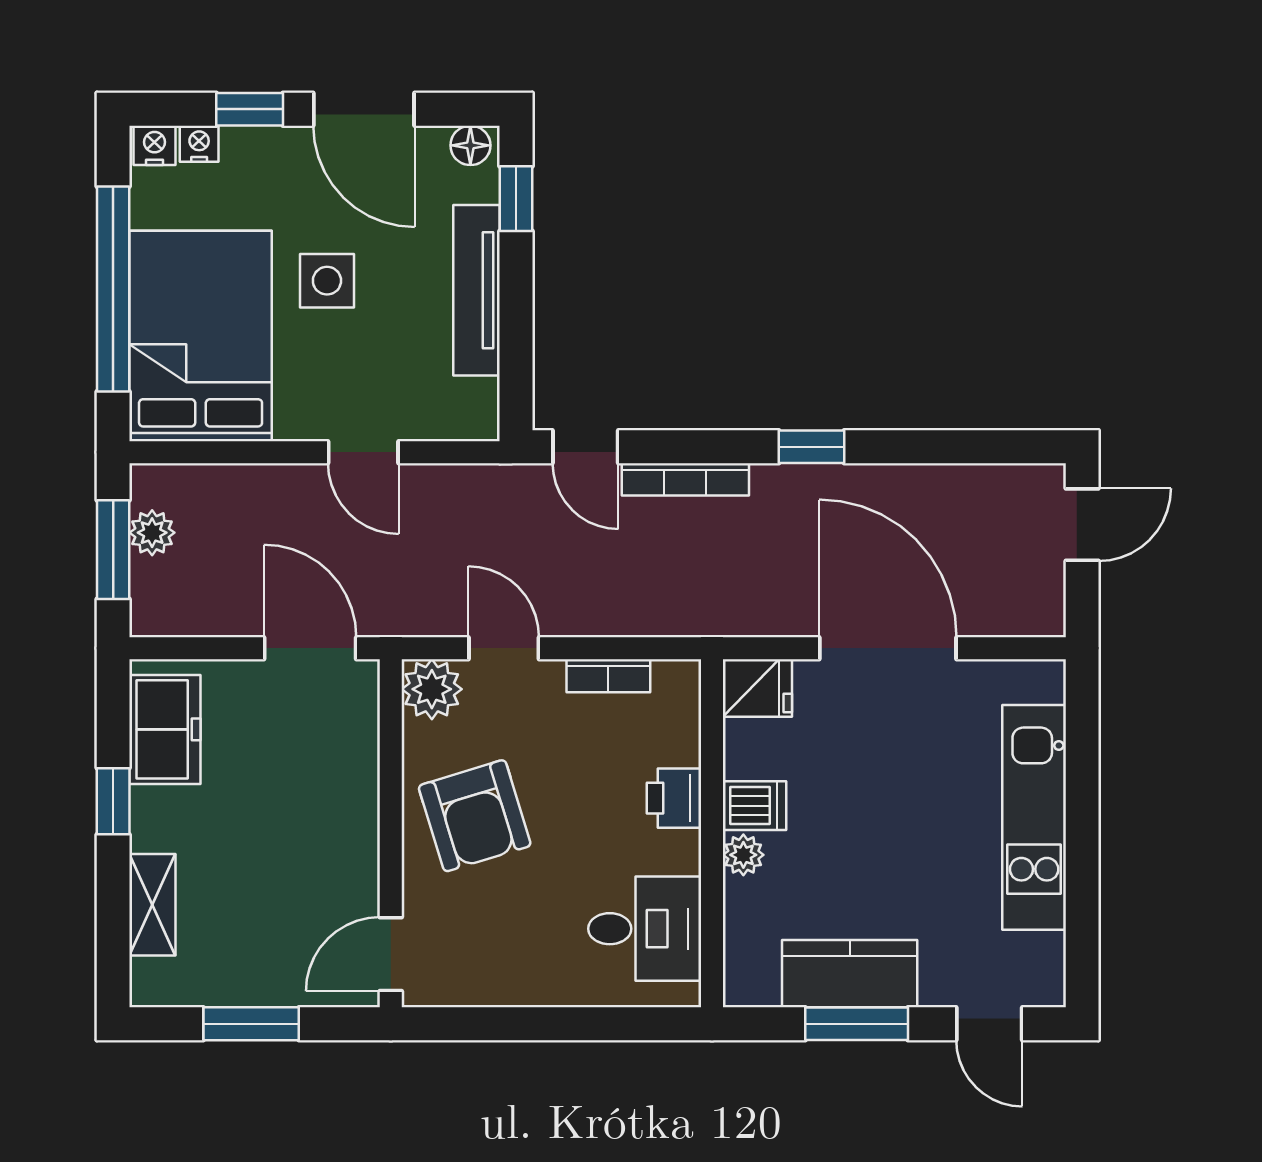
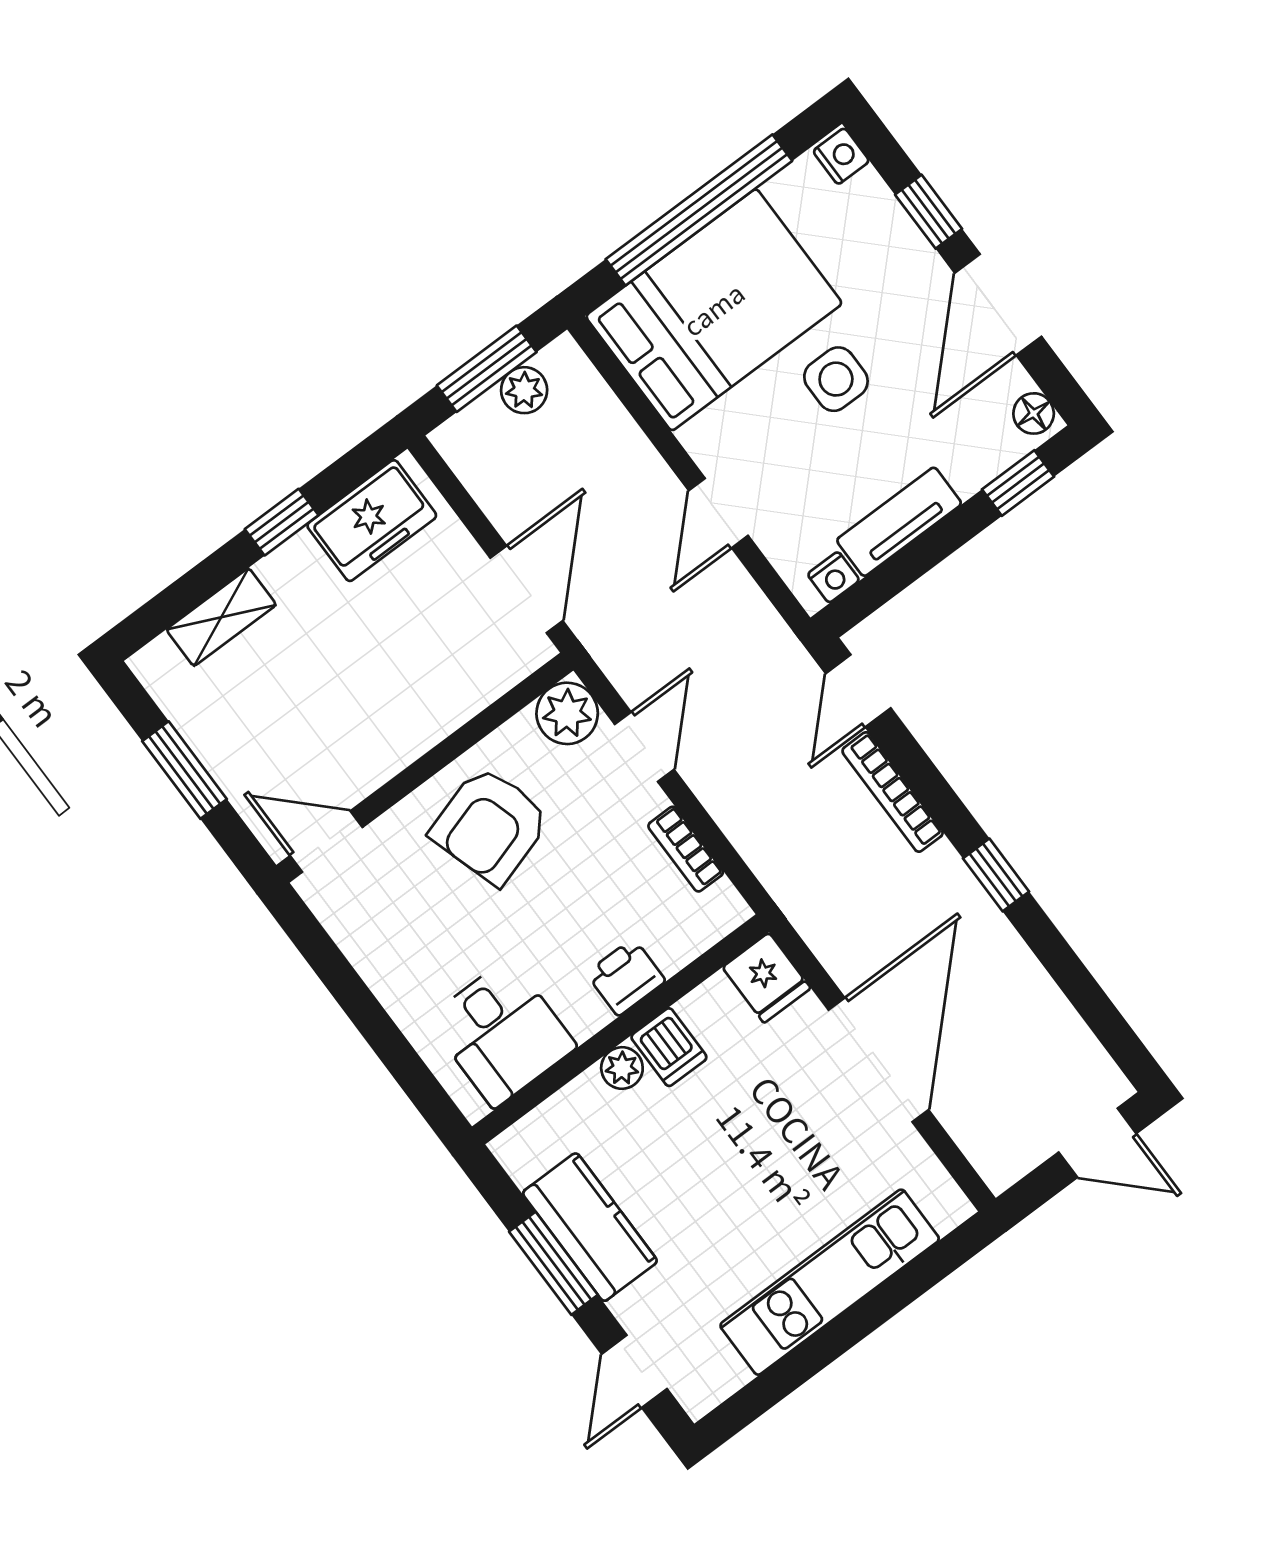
nightstand: (199, 144) -> (833, 577), moved, turned 90
tv unit: (476, 290) -> (899, 522), width x0.71

